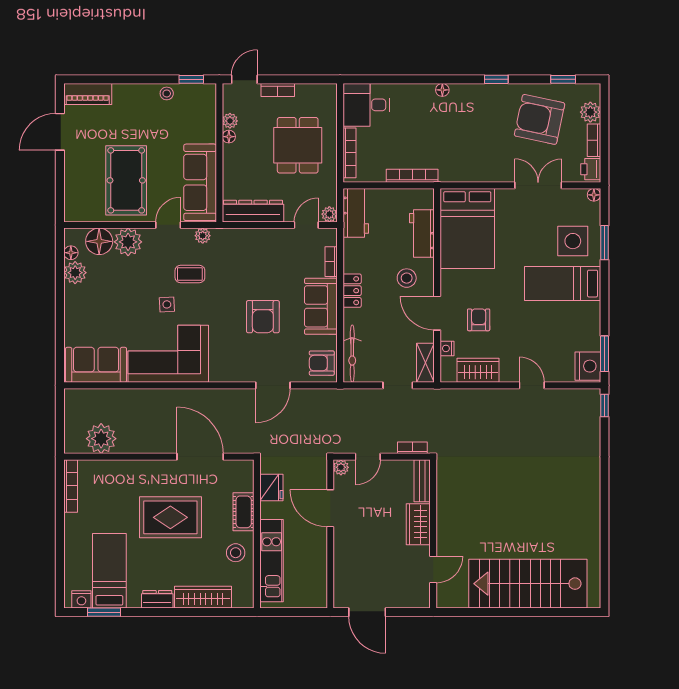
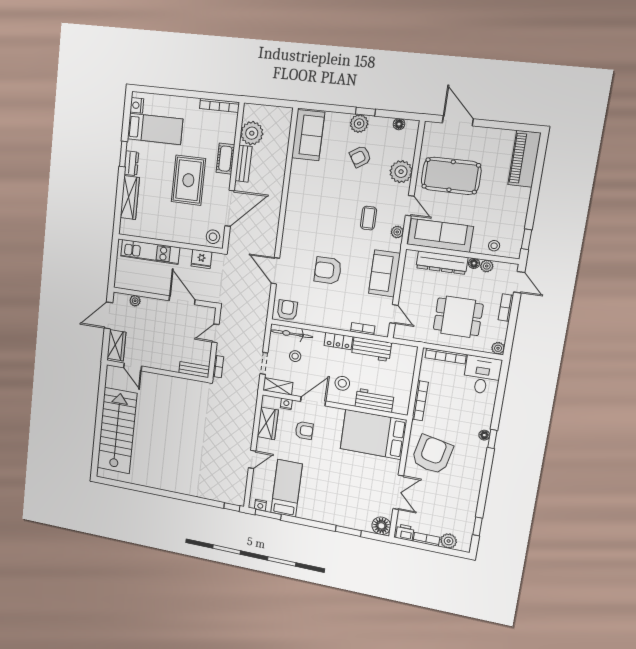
window: (496, 79) -> (492, 439), moved
stool: (167, 93) -> (494, 246), moved
piano: (88, 94) -> (524, 159), width x1.37, depth x1.33
armchair: (540, 119) -> (432, 455), moved
door: (60, 132) -> (458, 121), moved
floor lamp: (594, 195) -> (381, 526), width x1.89, depth x1.89
dresser: (253, 211) -> (442, 263), moved, turned 90
workbench: (356, 213) -> (371, 349), moved
plant: (329, 214) -> (498, 348), moved
floor lamp: (99, 241) -> (405, 148), removed
side table: (573, 241) -> (353, 509), removed
plant: (75, 273) -> (359, 123), moved
bed: (563, 284) -> (287, 488), moved
armchair: (115, 295) -> (360, 157), added
window: (60, 296) -> (365, 112), added
side table: (167, 304) -> (347, 197), removed
sofa: (321, 306) -> (384, 273), moved, turned -90
stool: (381, 345) -> (295, 356), added
corner sofa: (168, 354) -> (309, 193), removed
nightstand: (588, 366) -> (260, 505), width x0.53, depth x0.56
bench: (141, 445) -> (243, 164), added
door: (368, 457) -> (215, 333), hinge flipped
plant: (341, 467) -> (135, 301), moved
door: (330, 508) -> (182, 300), hinge flipped
cot: (244, 512) -> (225, 159), moved, turned 90
wardrobe: (418, 524) -> (116, 345), moved, turned 90
stool: (236, 553) -> (213, 237), moved
window: (104, 612) -> (123, 154), moved

